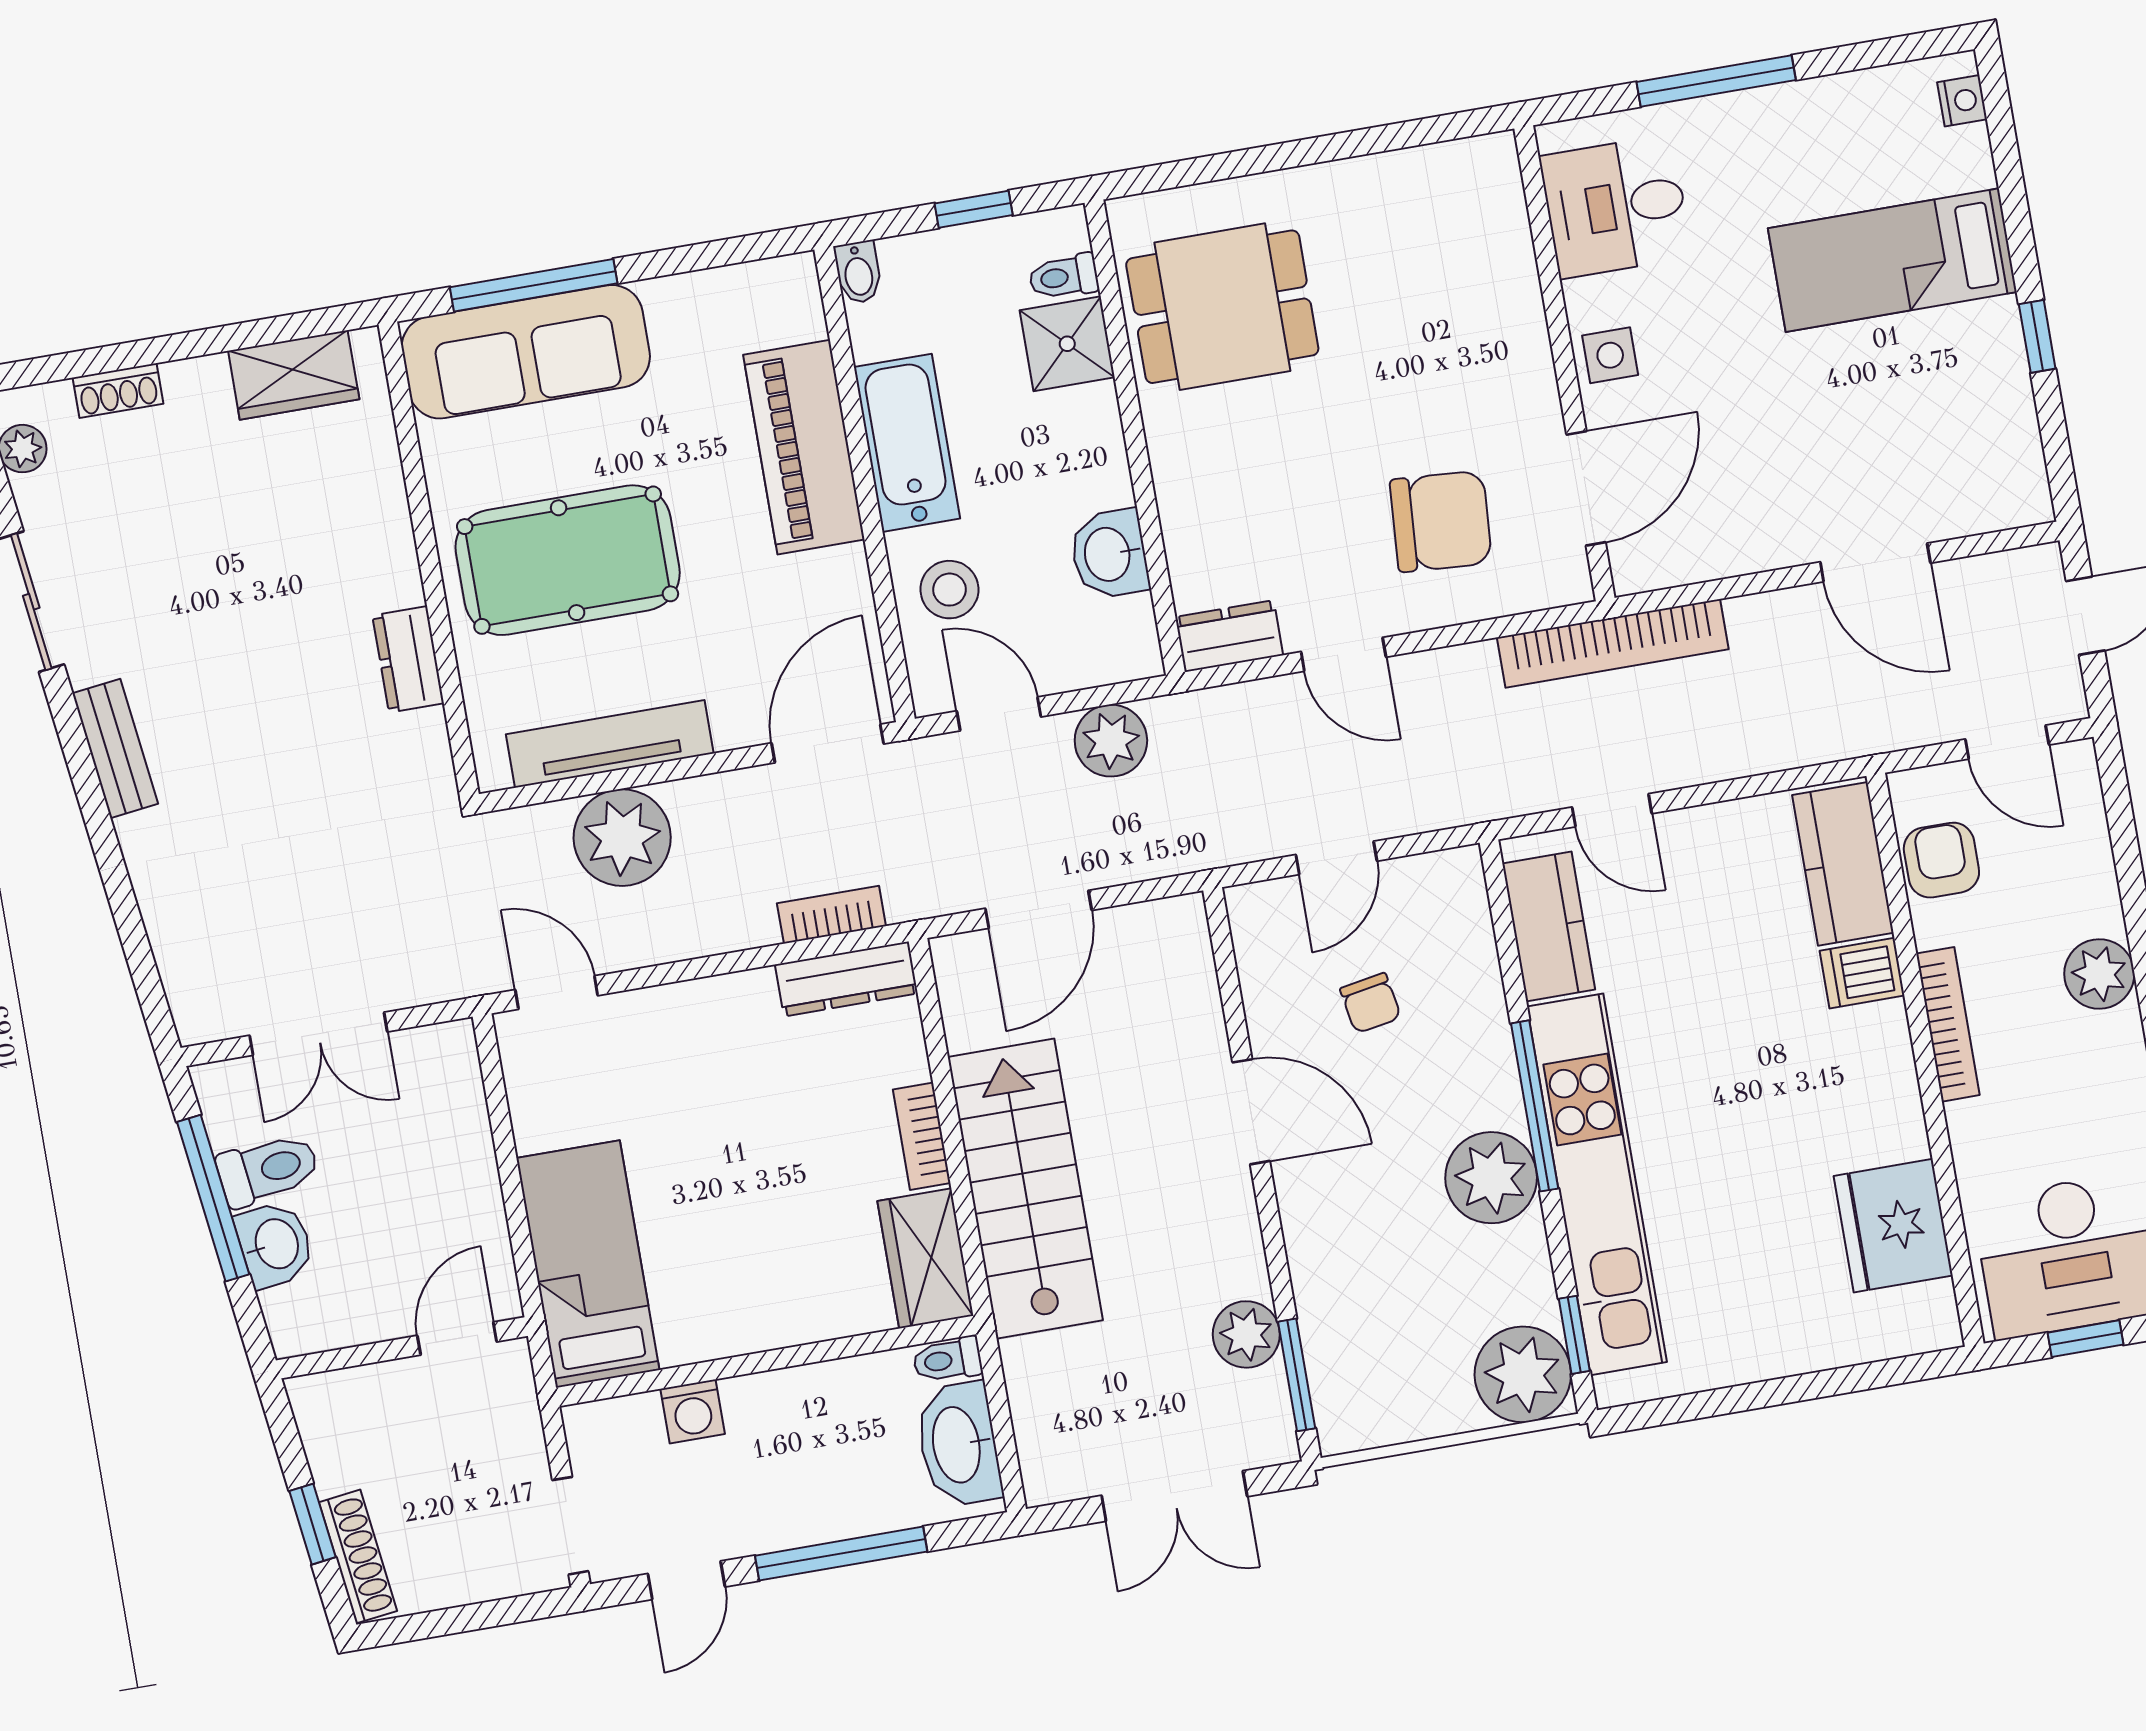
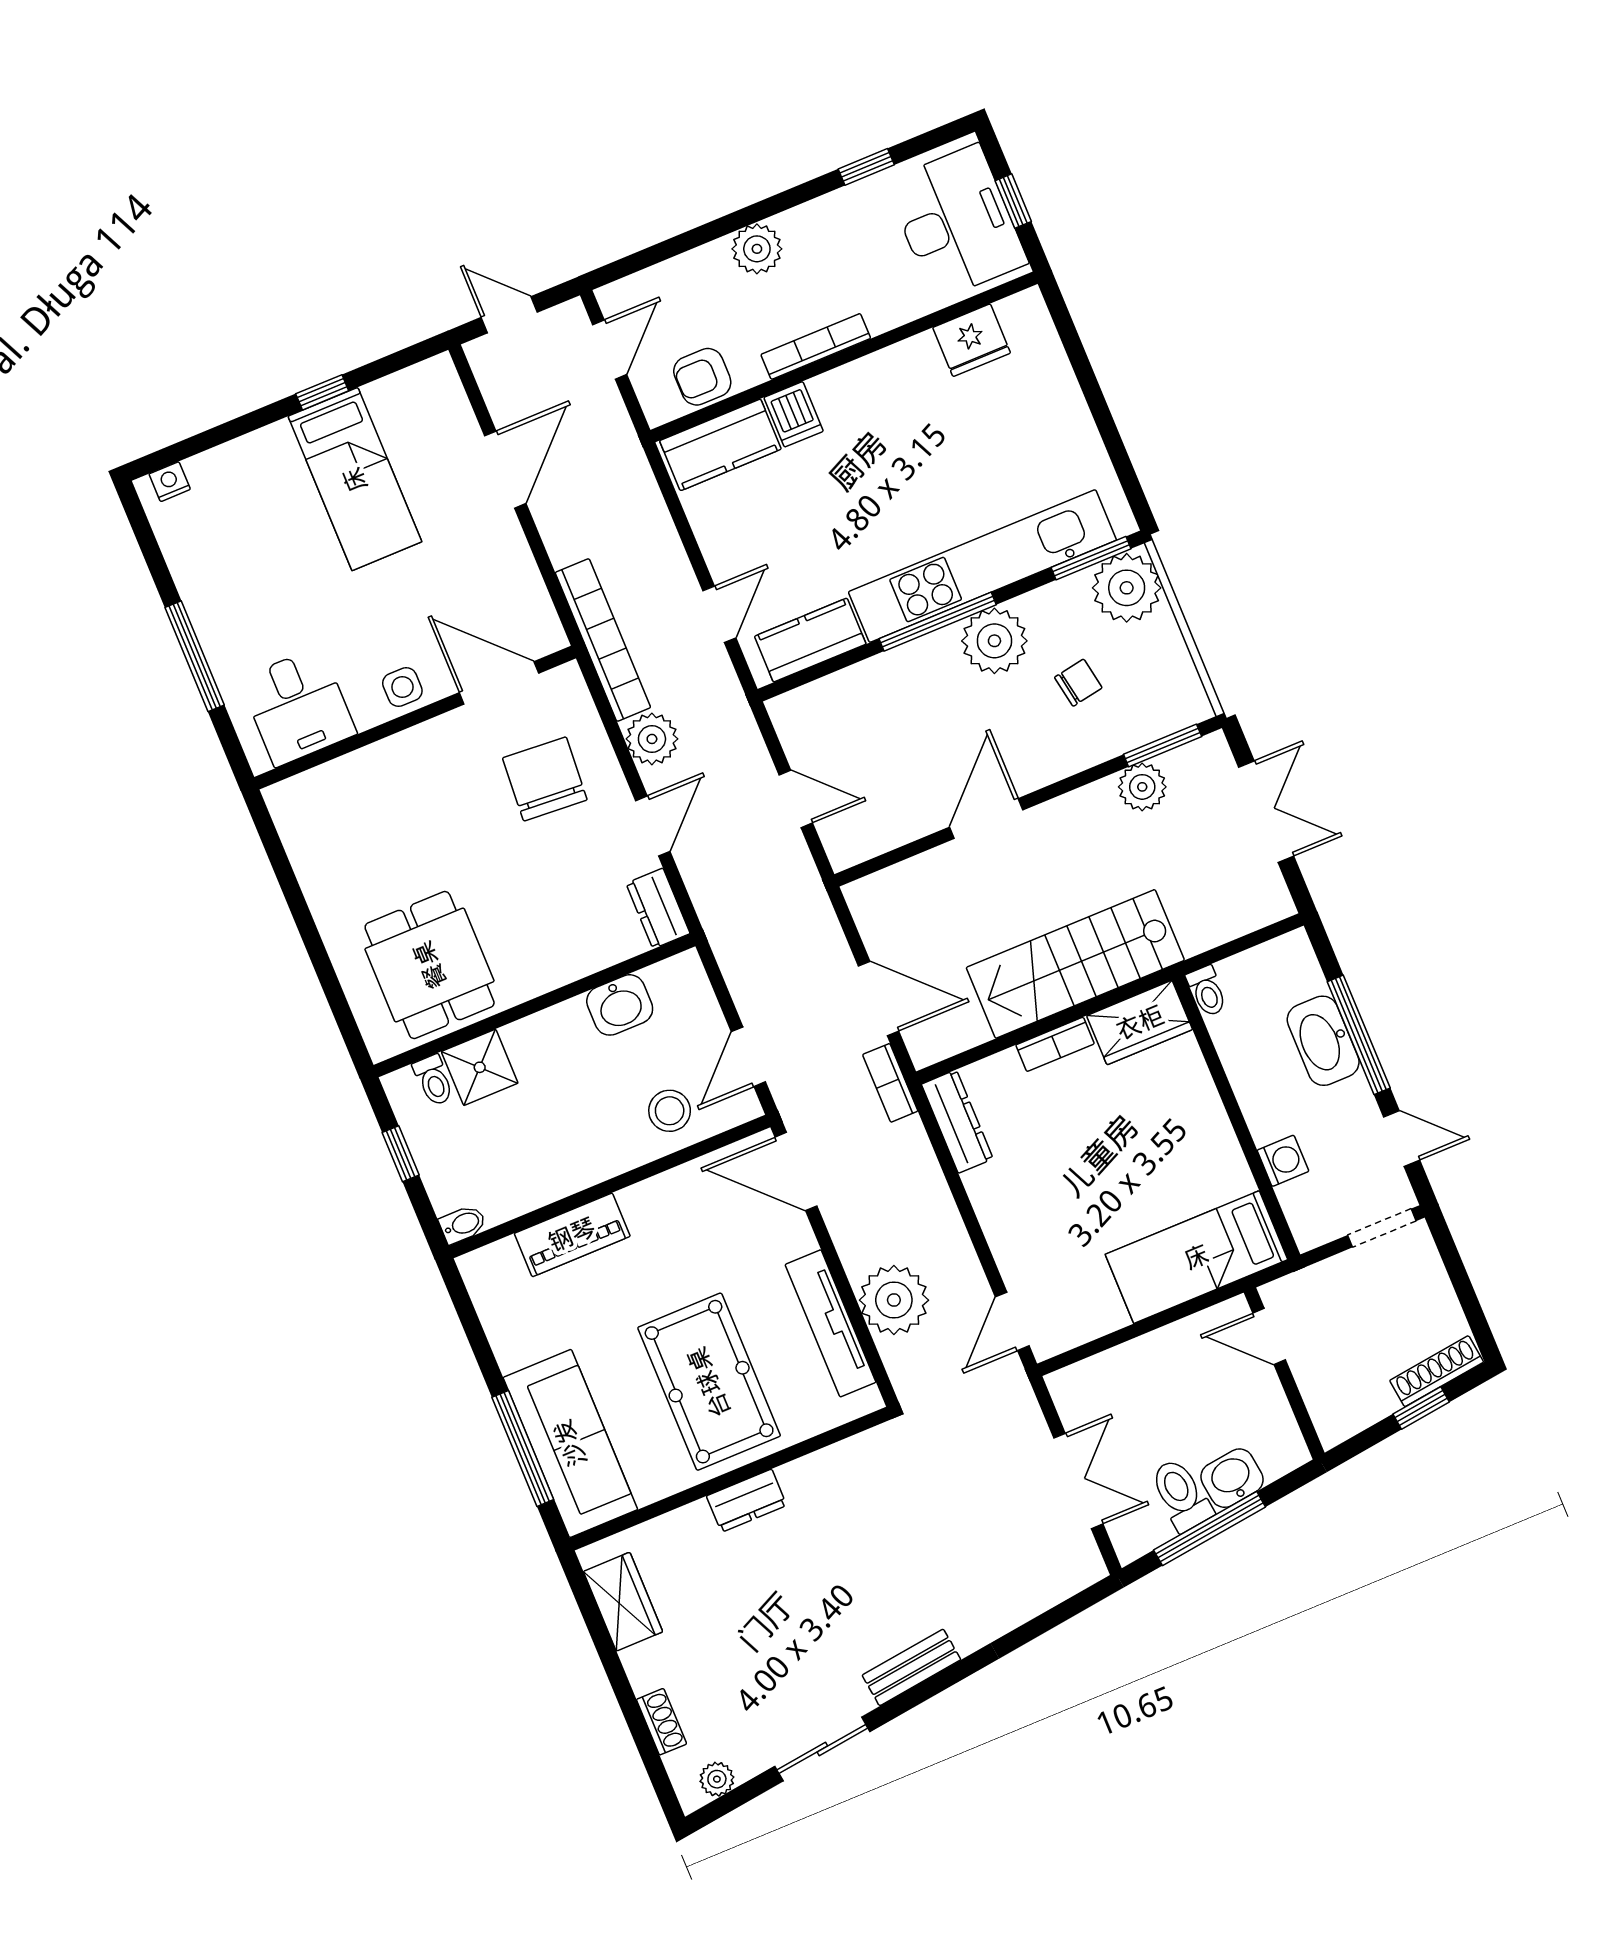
bed: (1892, 260) -> (355, 479), moved
bathtub: (907, 443) -> (574, 1163), removed
piano: (804, 447) -> (572, 1235), width x0.73, depth x0.75
dresser: (408, 659) -> (747, 1501), moved
plant: (1111, 741) -> (652, 739), moved
bookcase: (831, 915) -> (890, 1083), moved
chair: (1370, 1003) -> (1078, 683), moved
fridge: (1893, 1226) -> (972, 340), width x0.73, depth x0.75
window: (1574, 1335) -> (1091, 558), width x1.50
washbasin: (958, 1444) -> (1323, 1041), moved, turned 90

